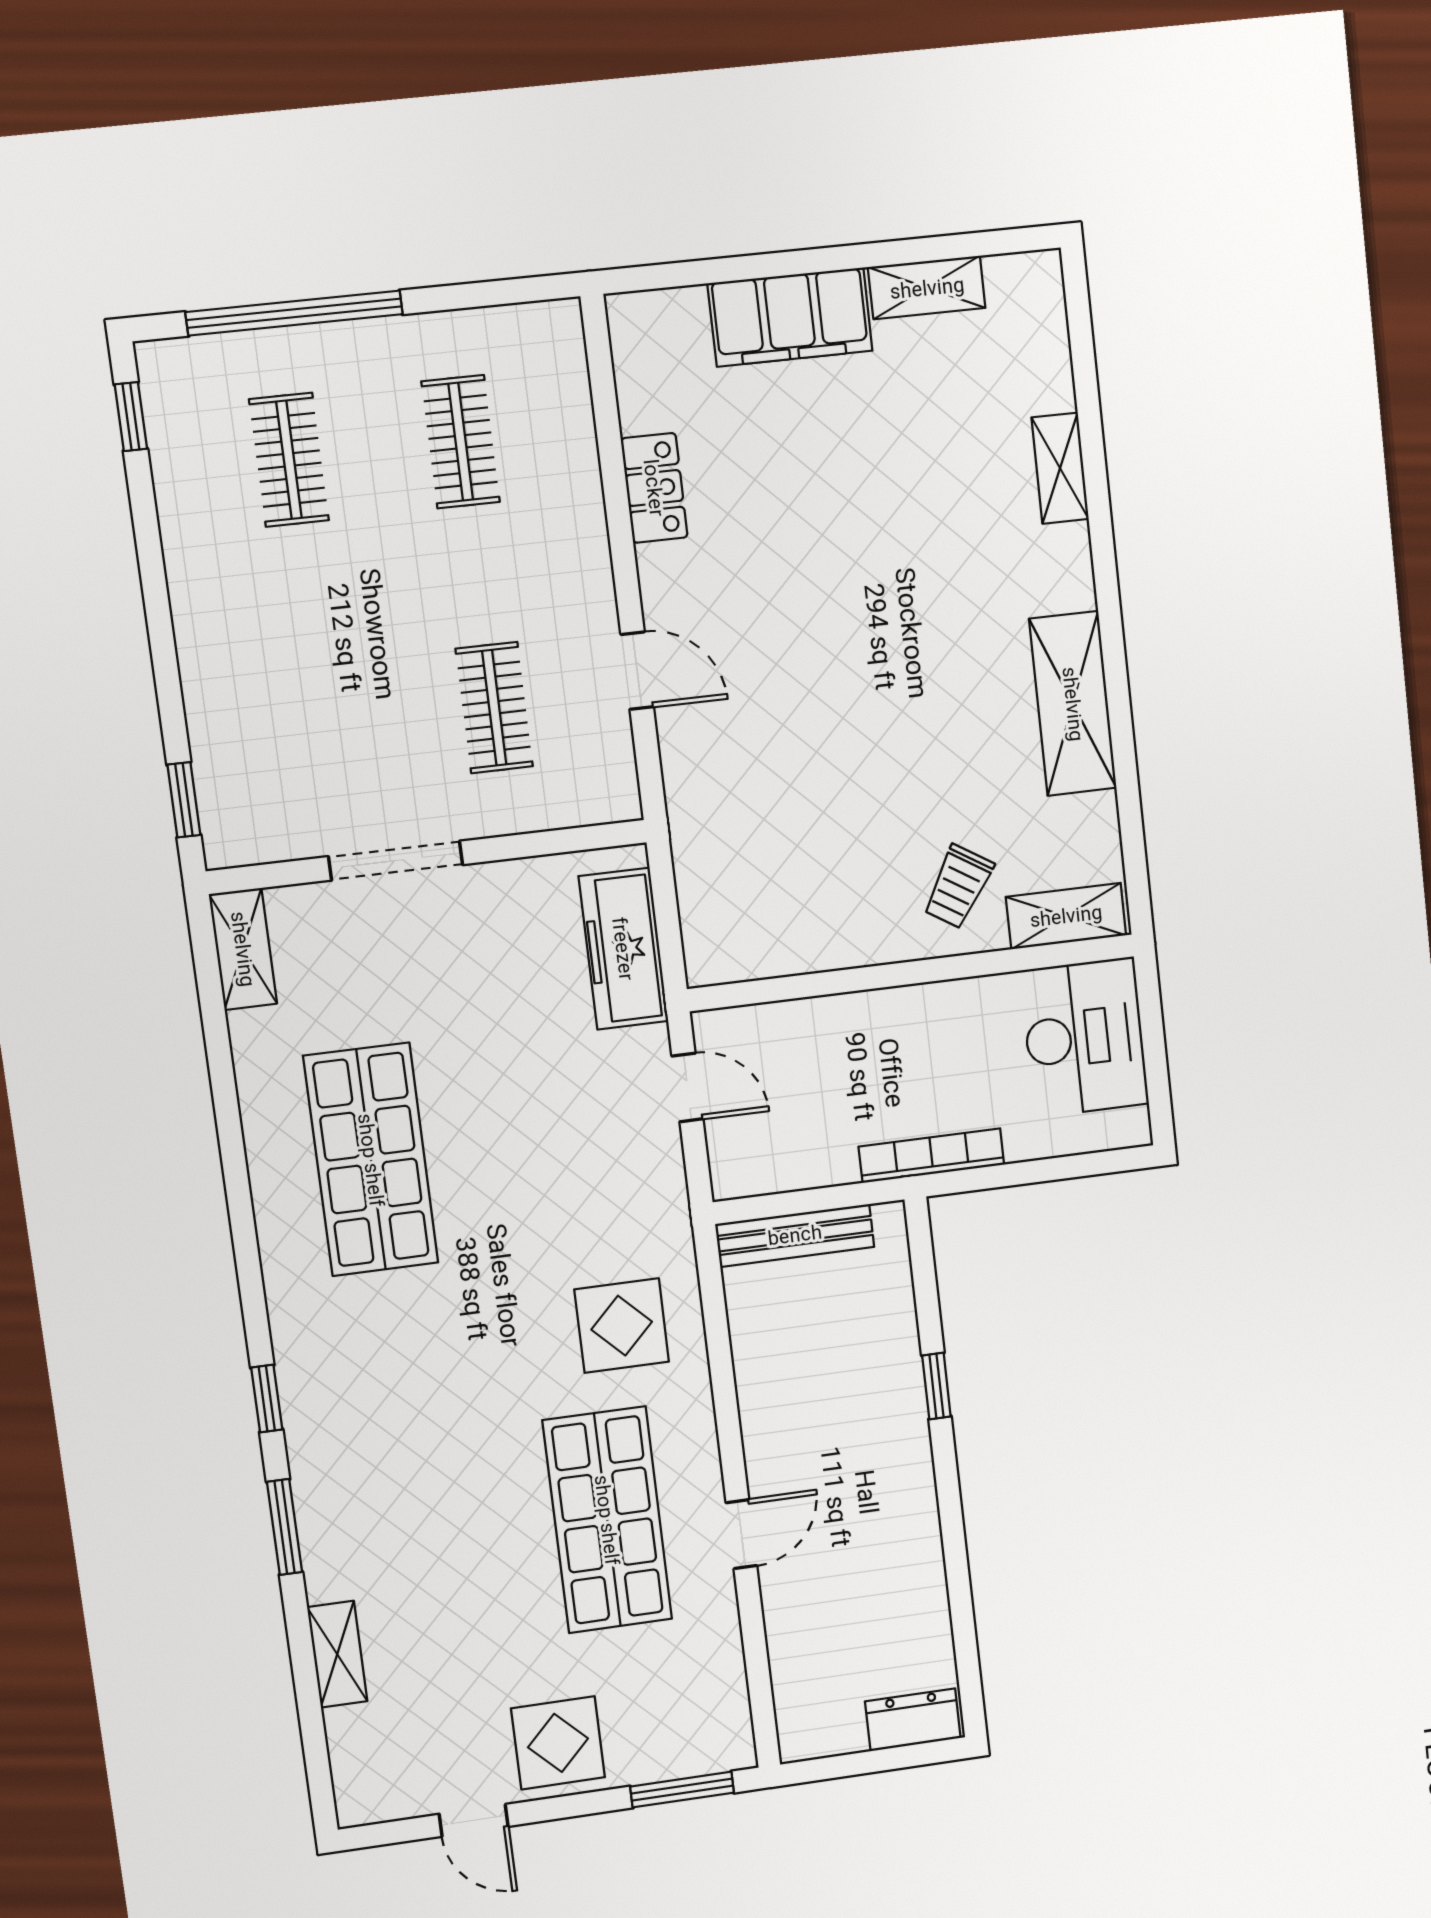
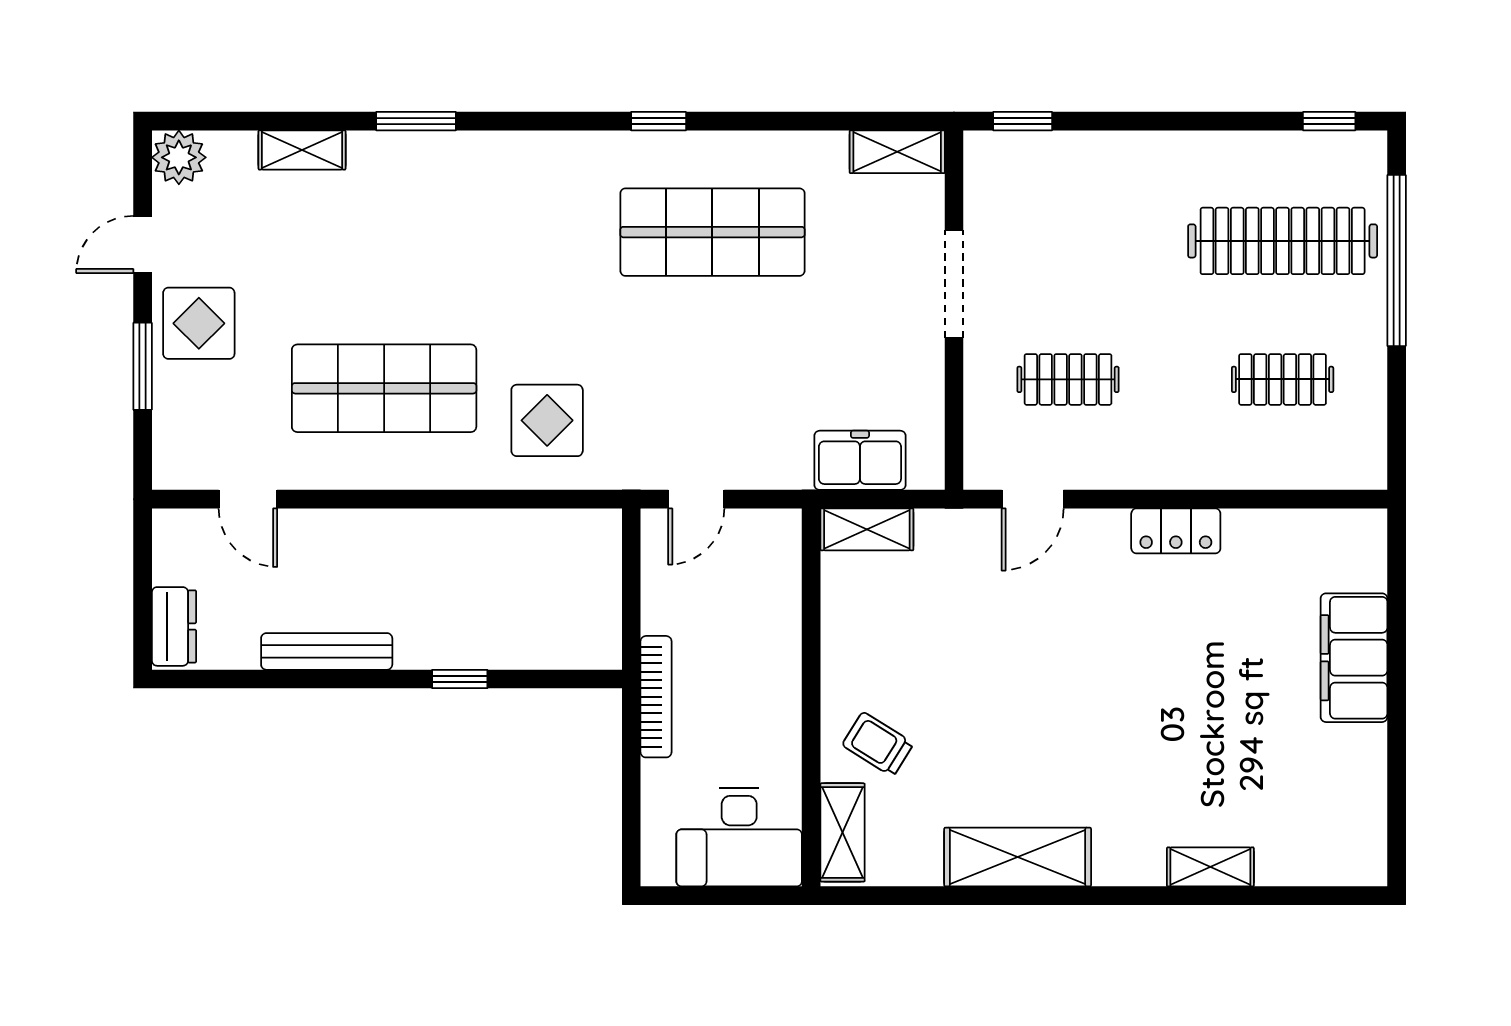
shelving: (927, 288) -> (867, 529), moved, turned 90
clothes rail: (289, 460) -> (1283, 241), width x1.86, depth x1.31
locker: (654, 488) -> (1176, 531), moved
door: (637, 671) -> (1033, 499), moved
freezer: (623, 949) -> (860, 460), width x0.71
door: (687, 1088) -> (696, 499), moved
bench: (795, 1235) -> (327, 651), moved, turned 90
window: (267, 1399) -> (659, 121), moved
door: (741, 1534) -> (248, 499), moved
window: (682, 1790) -> (143, 366), moved
plant: (365, 1794) -> (179, 157), added

